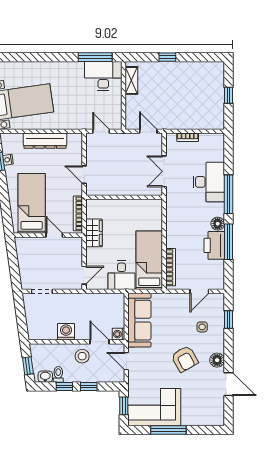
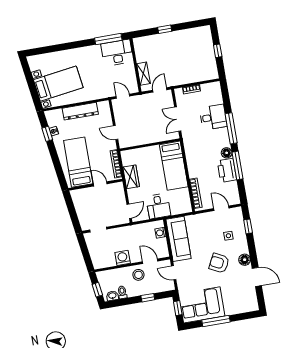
shelving: (131, 80) -> (143, 74), moved
door: (148, 131) -> (160, 90), hinge flipped
desk: (209, 182) -> (213, 117), width x0.73
bed: (149, 260) -> (174, 166), moved, turned 180
door: (199, 291) -> (221, 208), swing flipped
washing machine: (119, 334) -> (161, 233), moved
armchair: (185, 359) -> (219, 263), turned 146
window: (64, 387) -> (129, 301), removed

